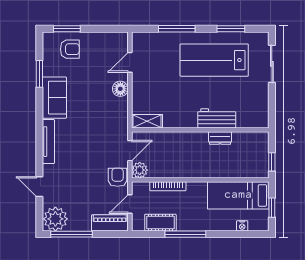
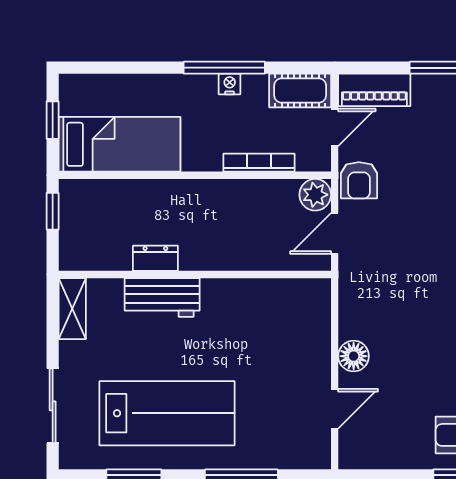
shelving: (147, 121) -> (72, 309), moved, turned 90
cot: (160, 223) -> (300, 90), moved
nightstand: (242, 226) -> (230, 84), moved

